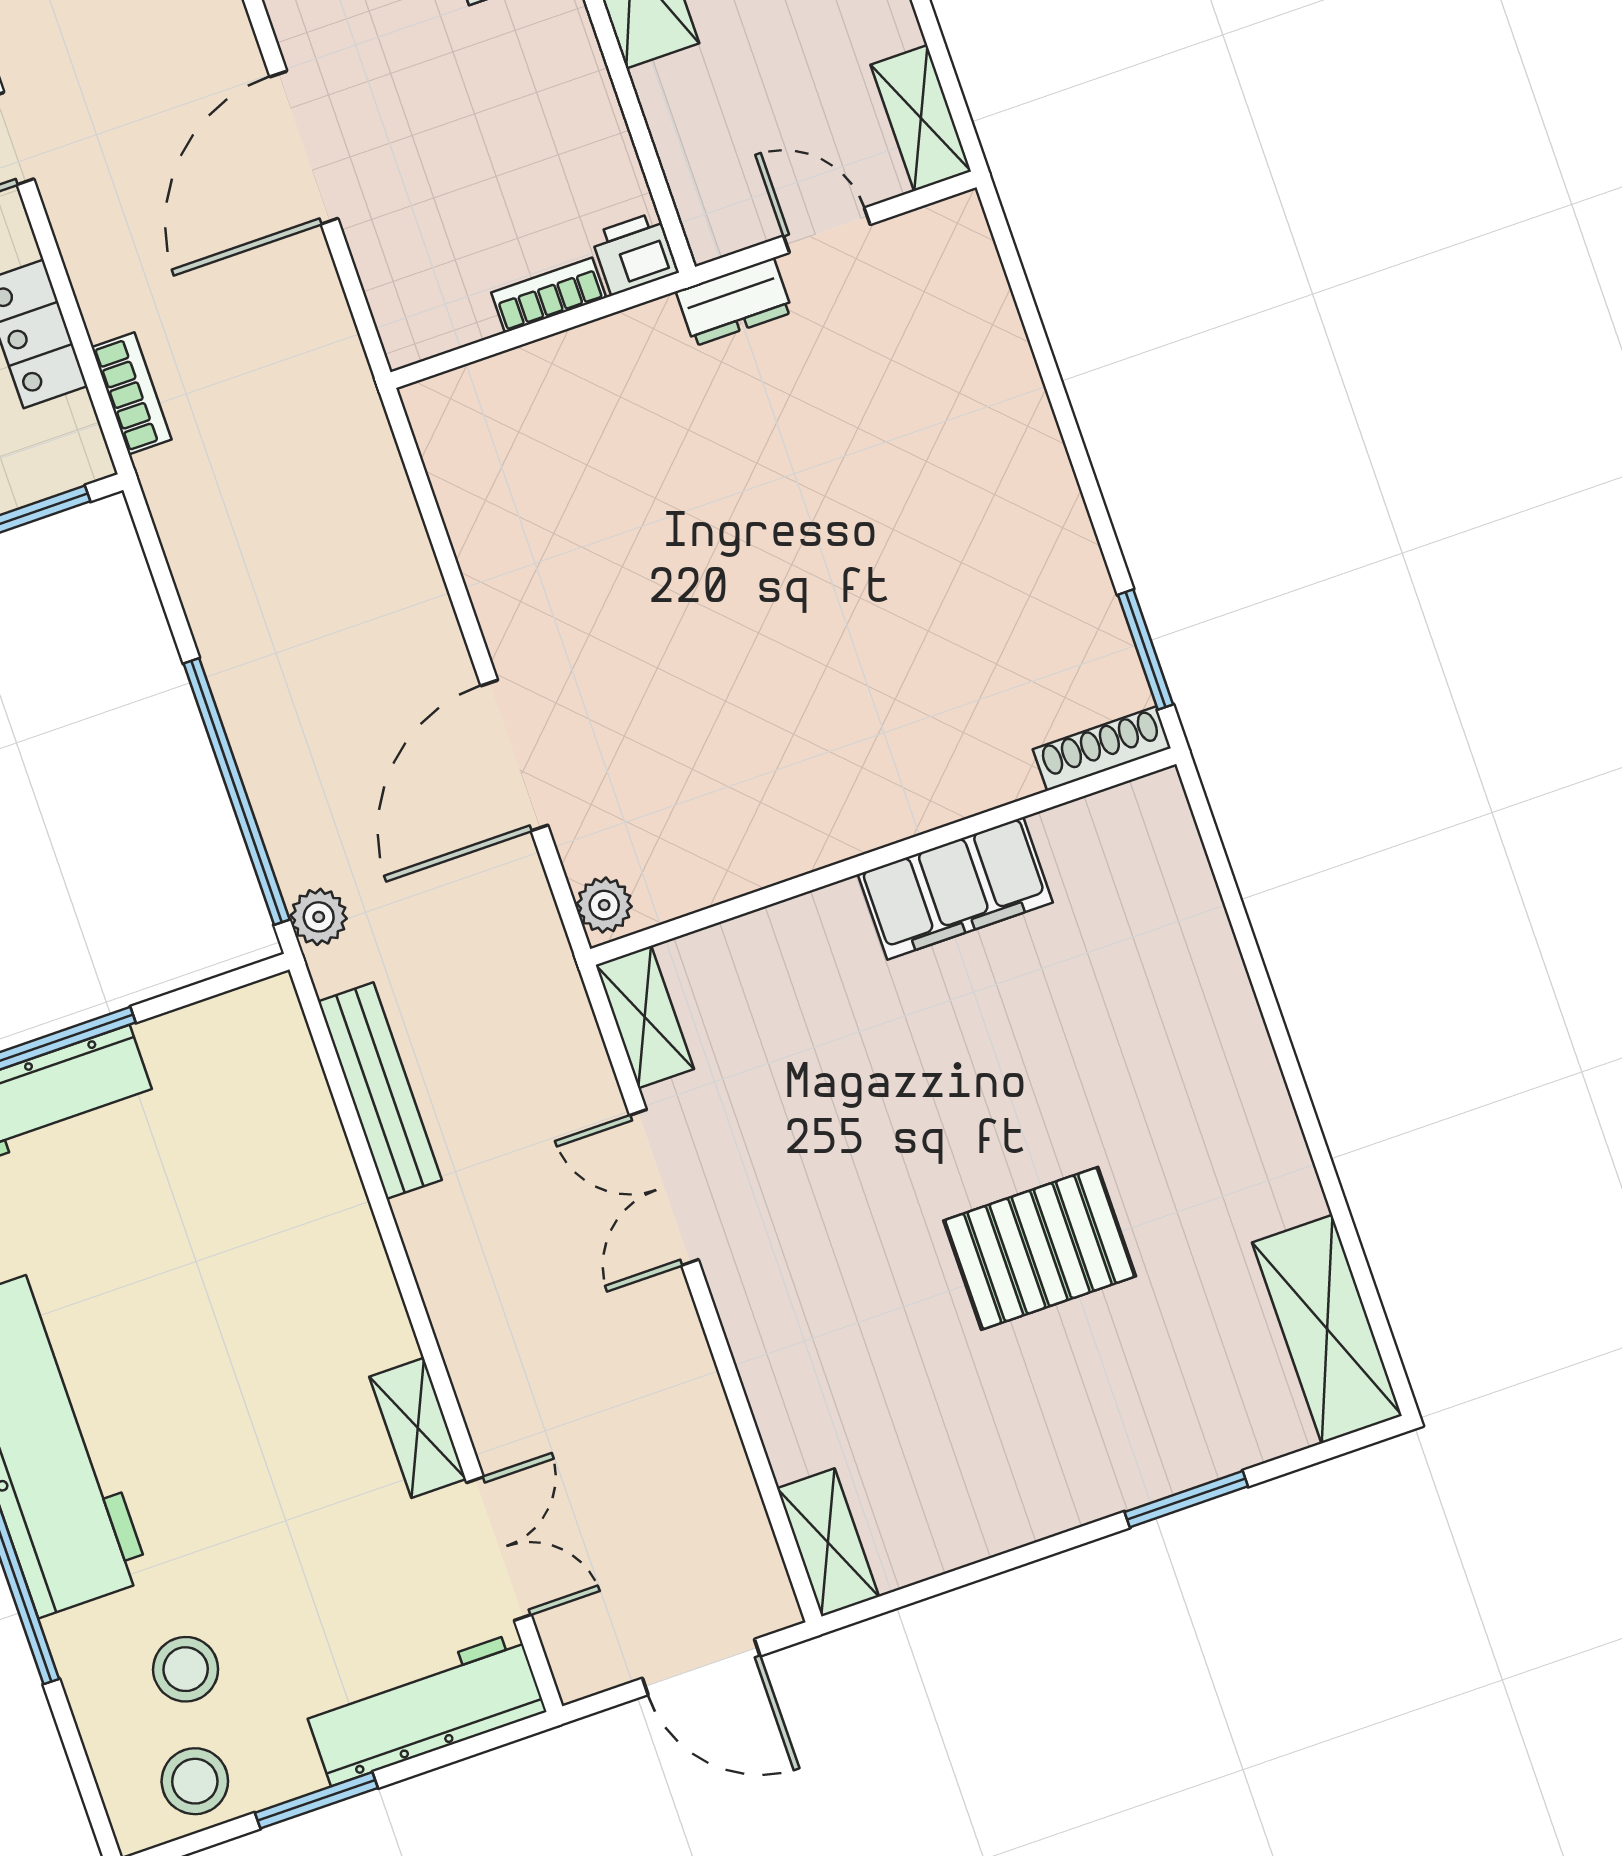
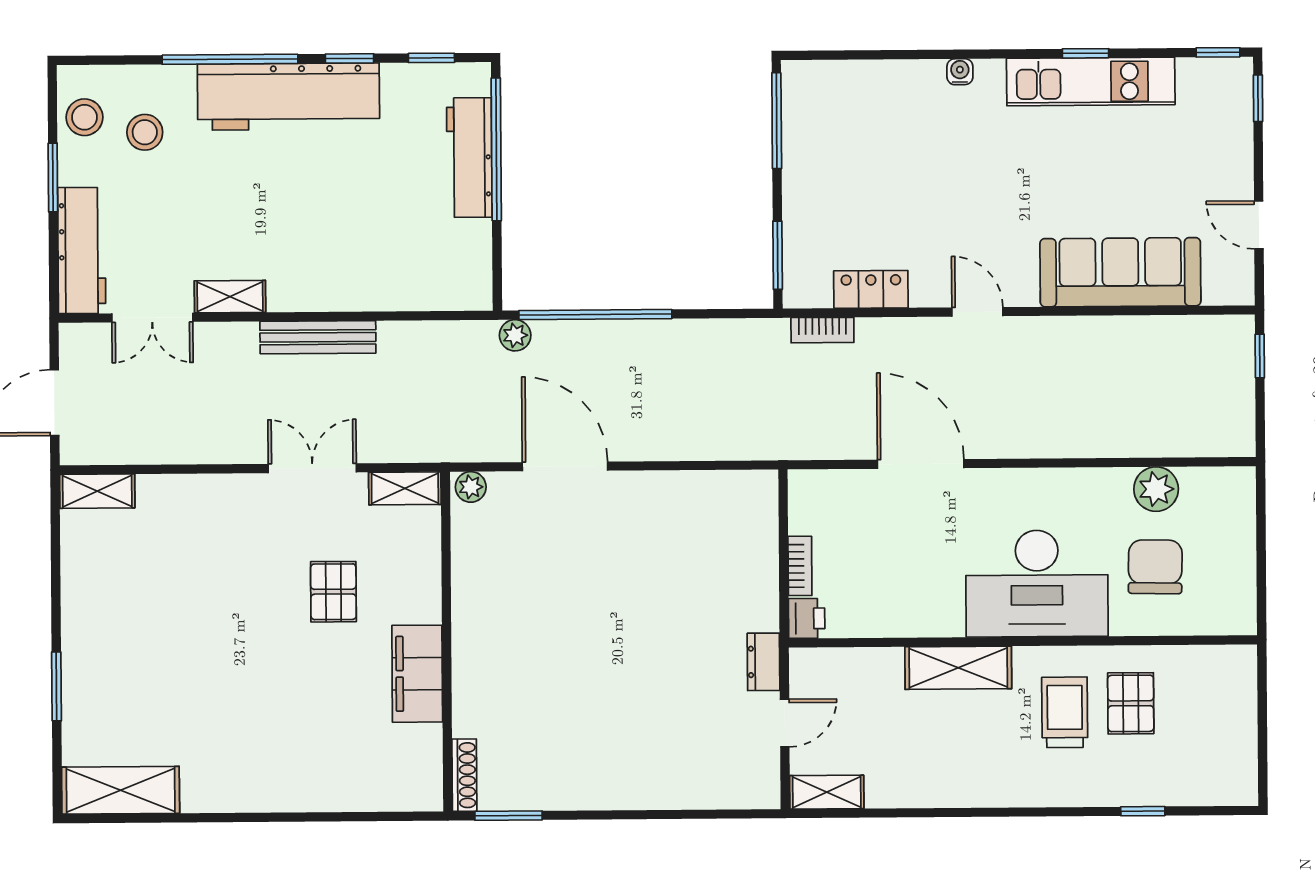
bench: (380, 1091) -> (318, 337), moved
pallet: (1040, 1248) -> (333, 592), moved, width x0.67, depth x0.71

